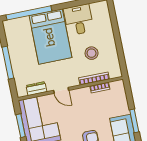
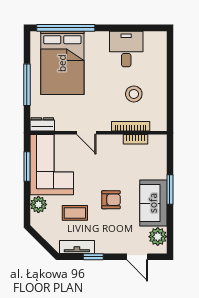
bed: (50, 37) -> (62, 63), moved
dresser: (36, 89) -> (42, 124), moved

